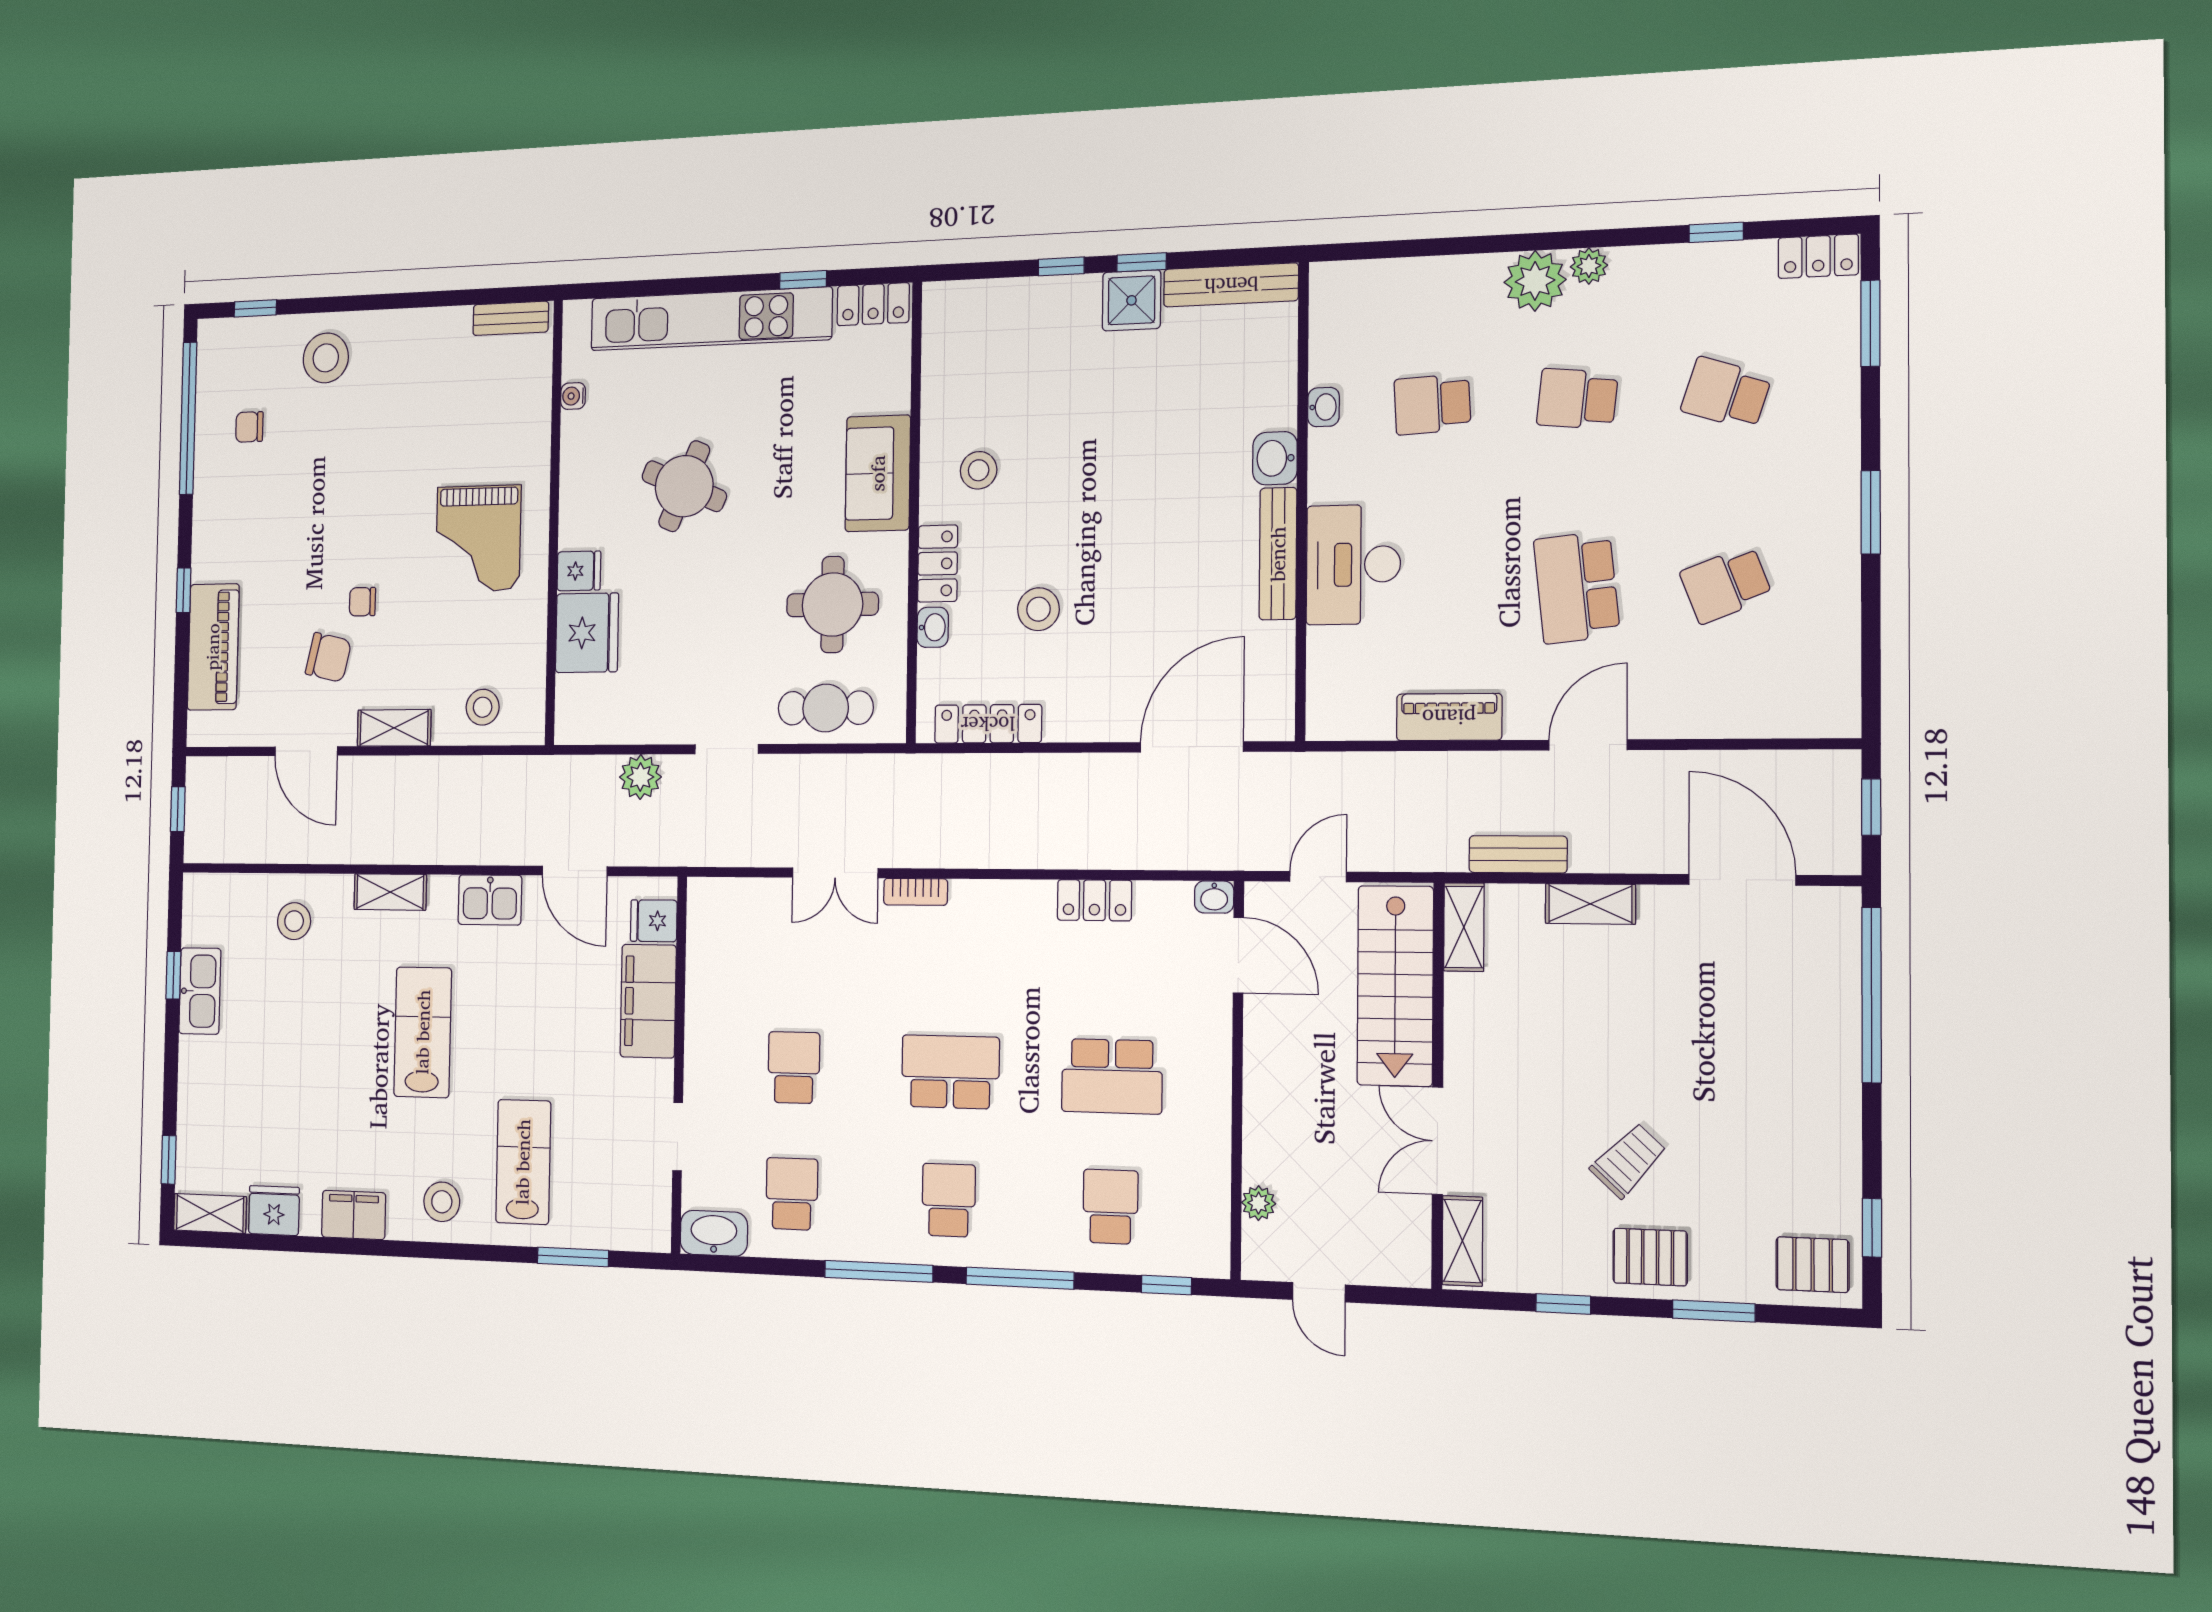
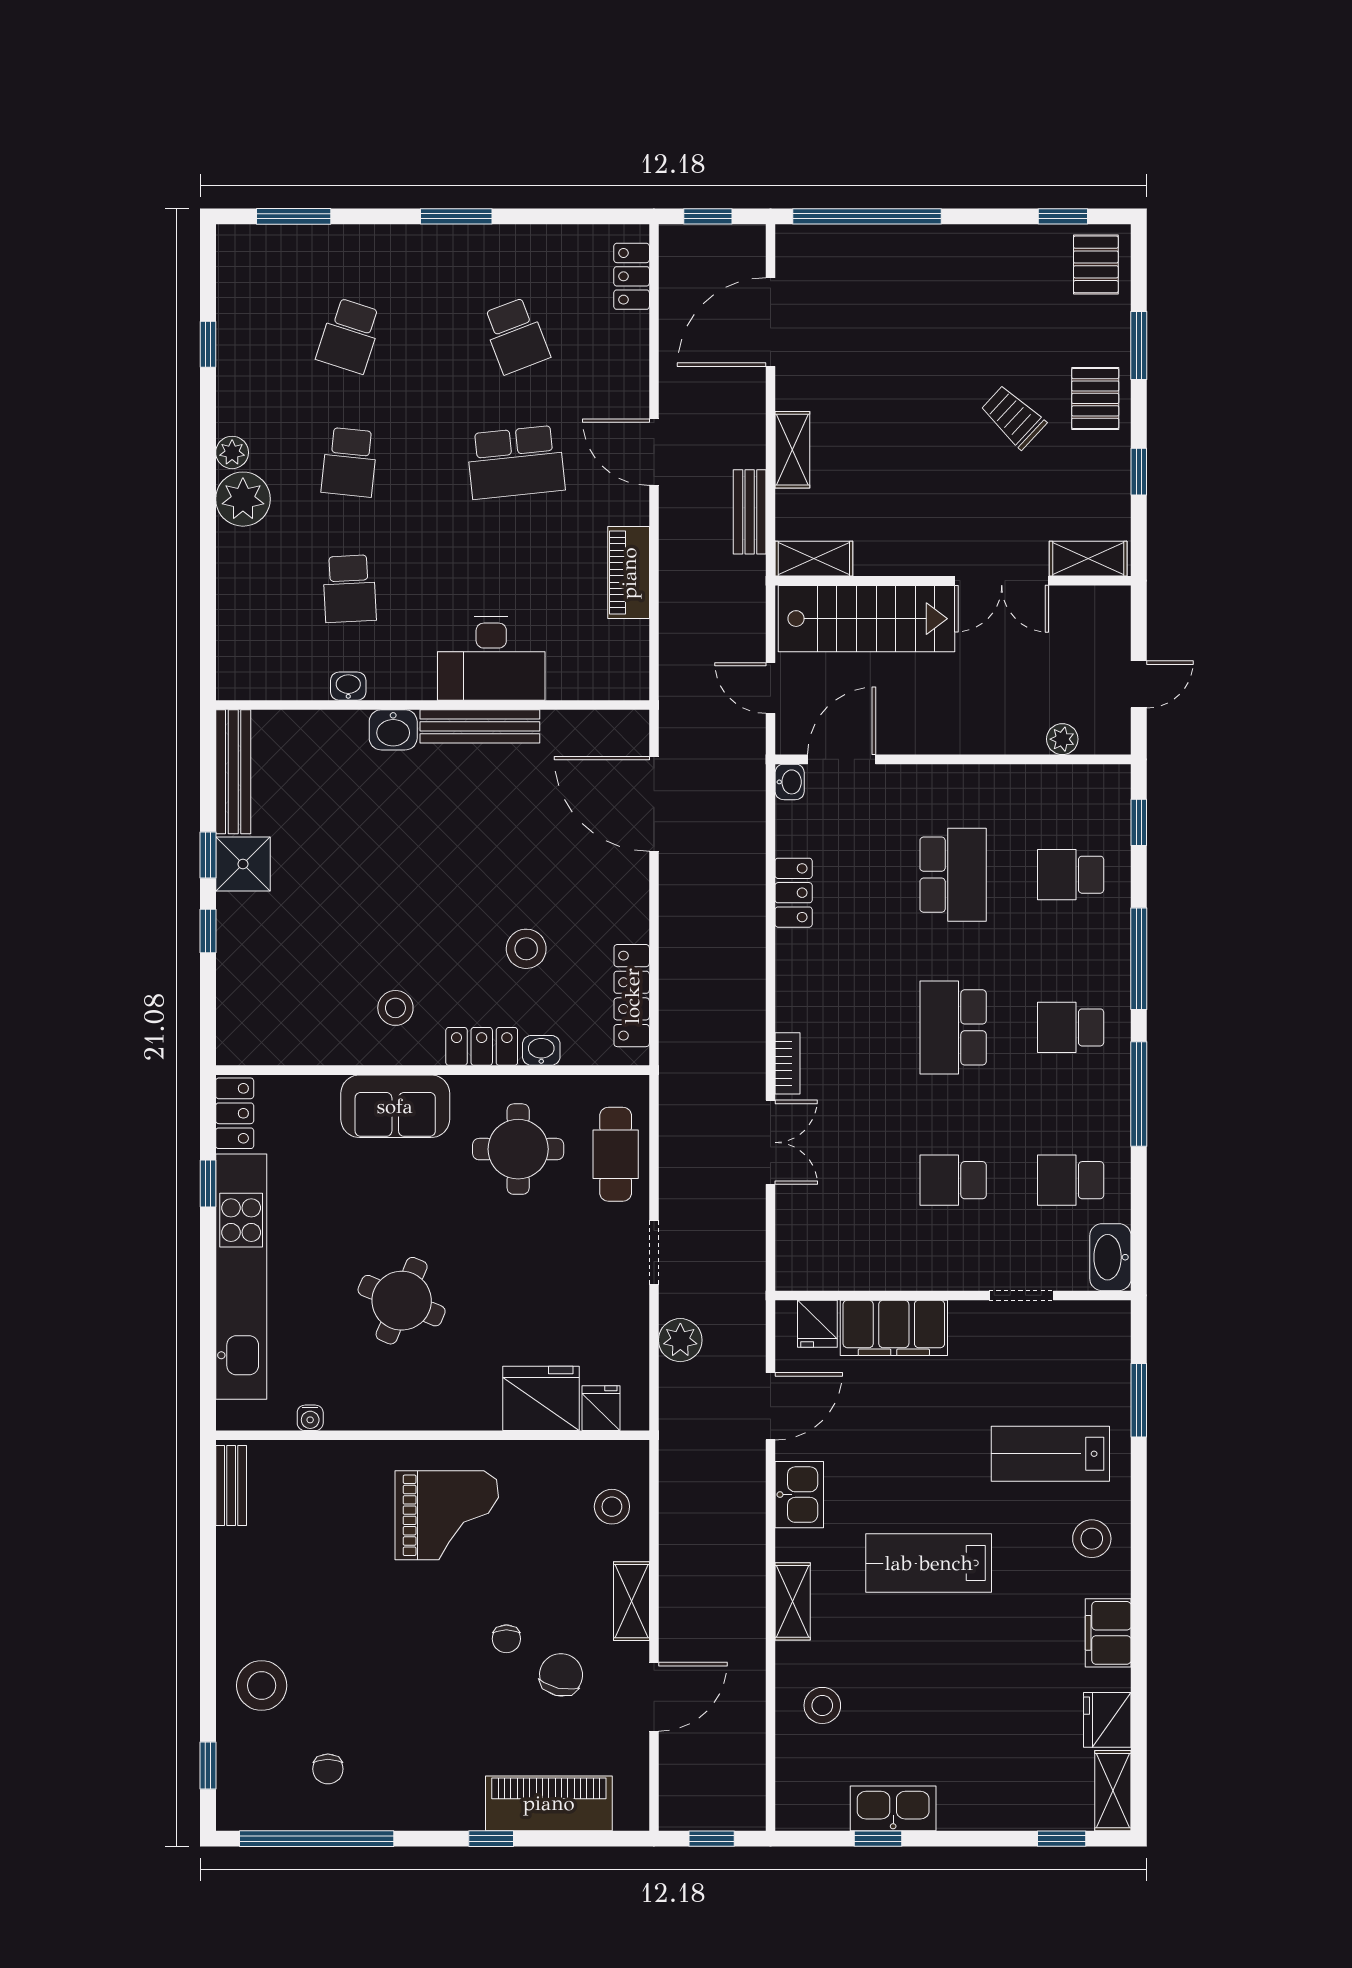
locker: (1818, 256) -> (632, 276), moved, turned 180
fridge: (579, 571) -> (601, 1408), moved

